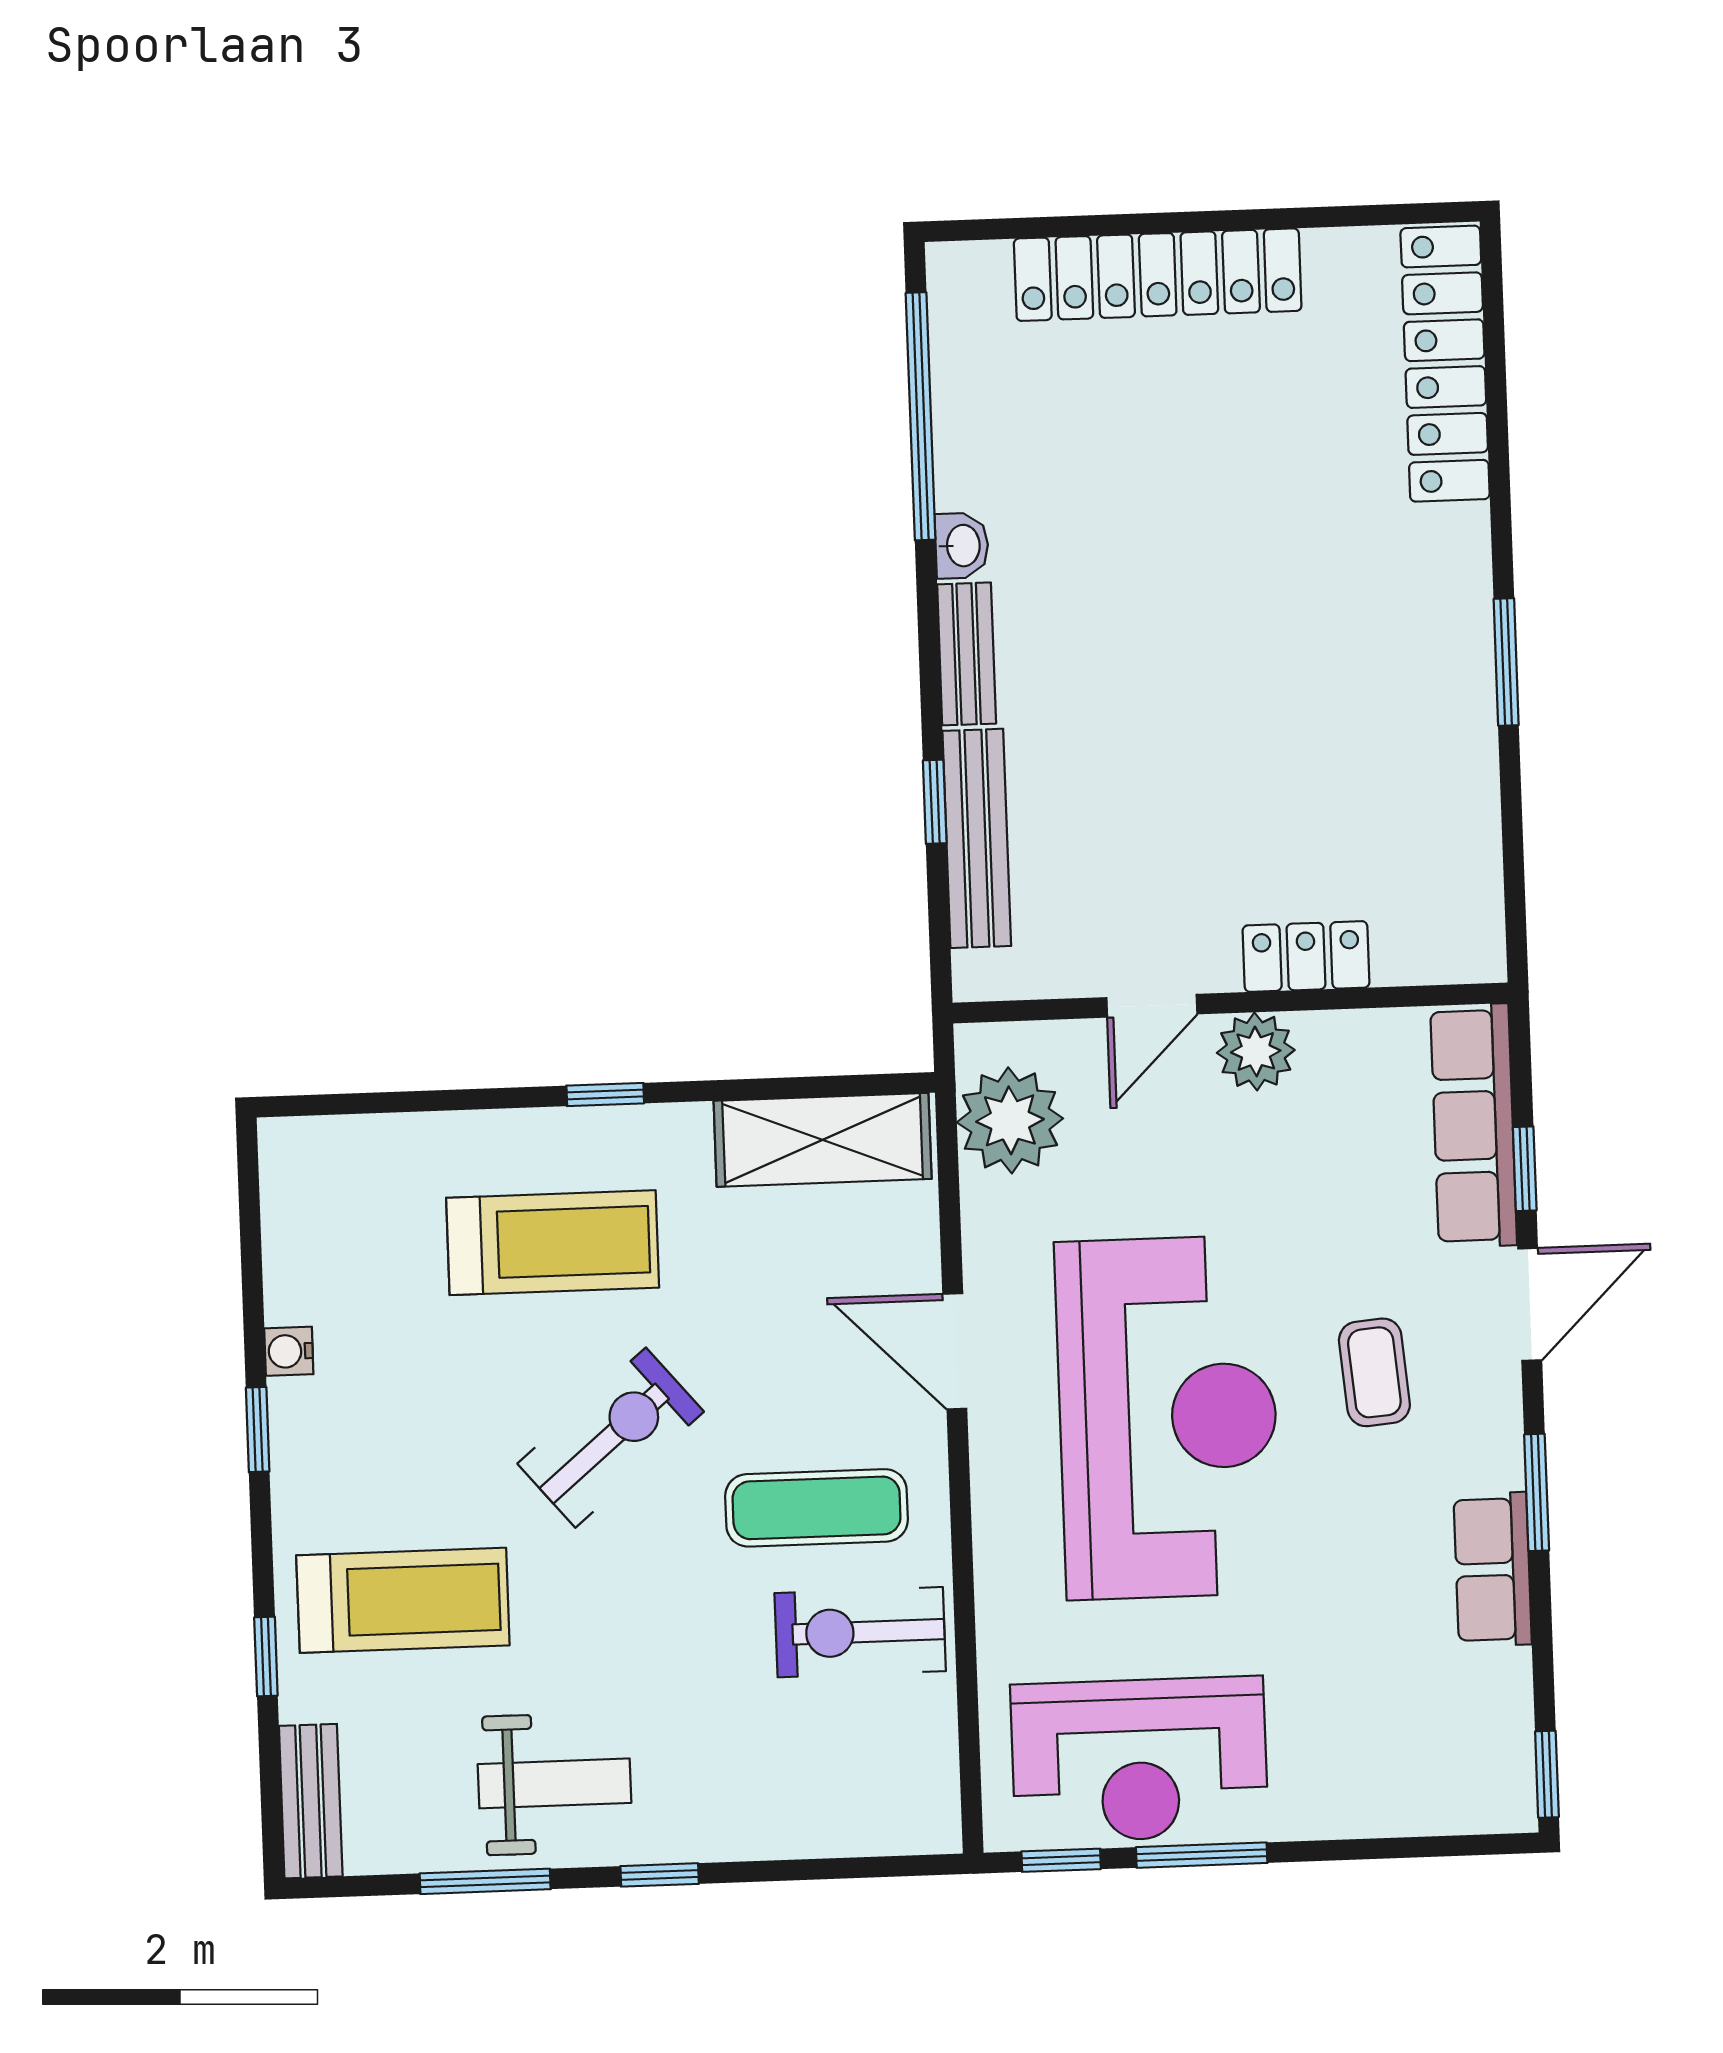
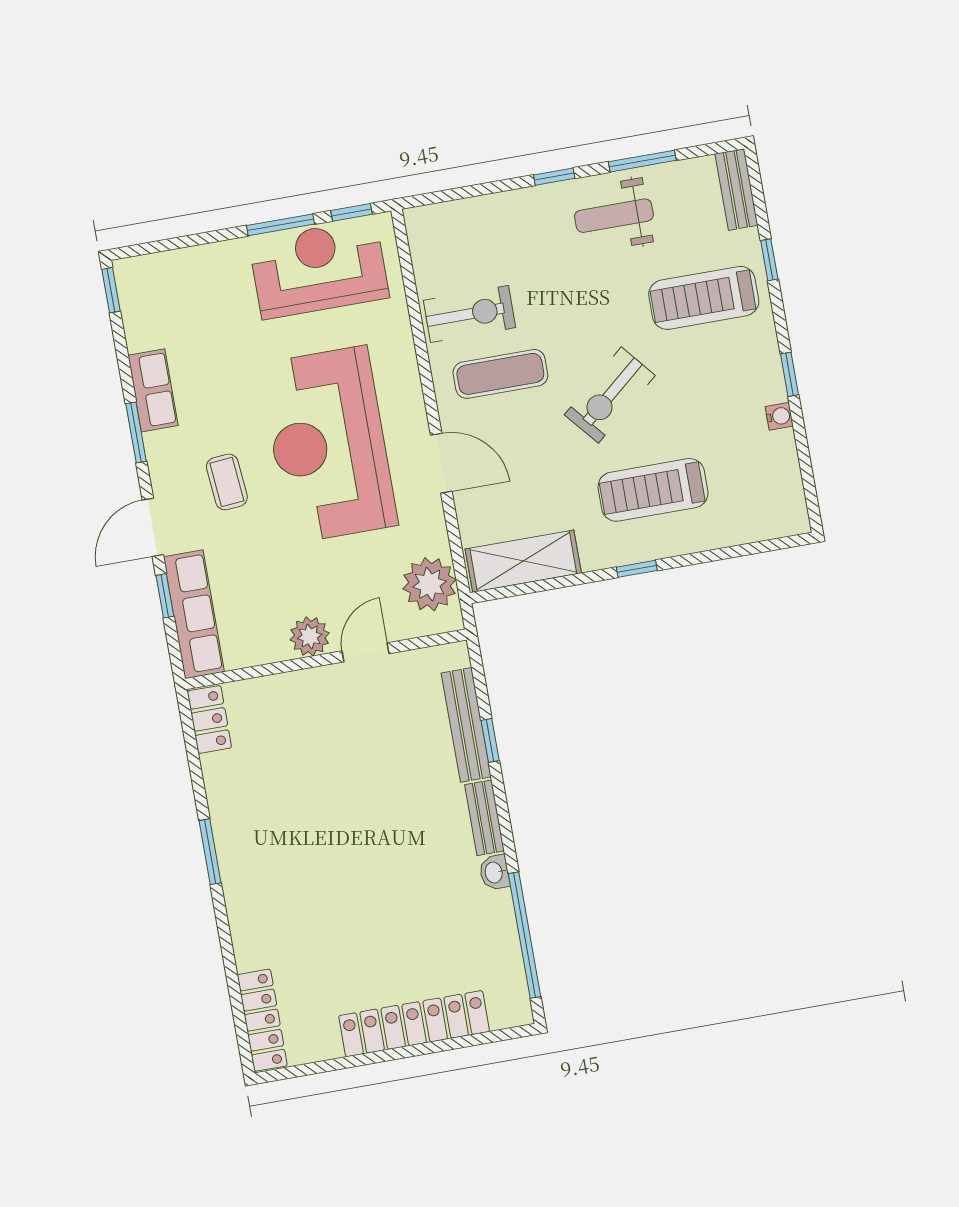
locker: (1445, 364) -> (262, 1020), width x0.71, depth x0.83
locker: (1306, 957) -> (209, 719), moved, turned -90

